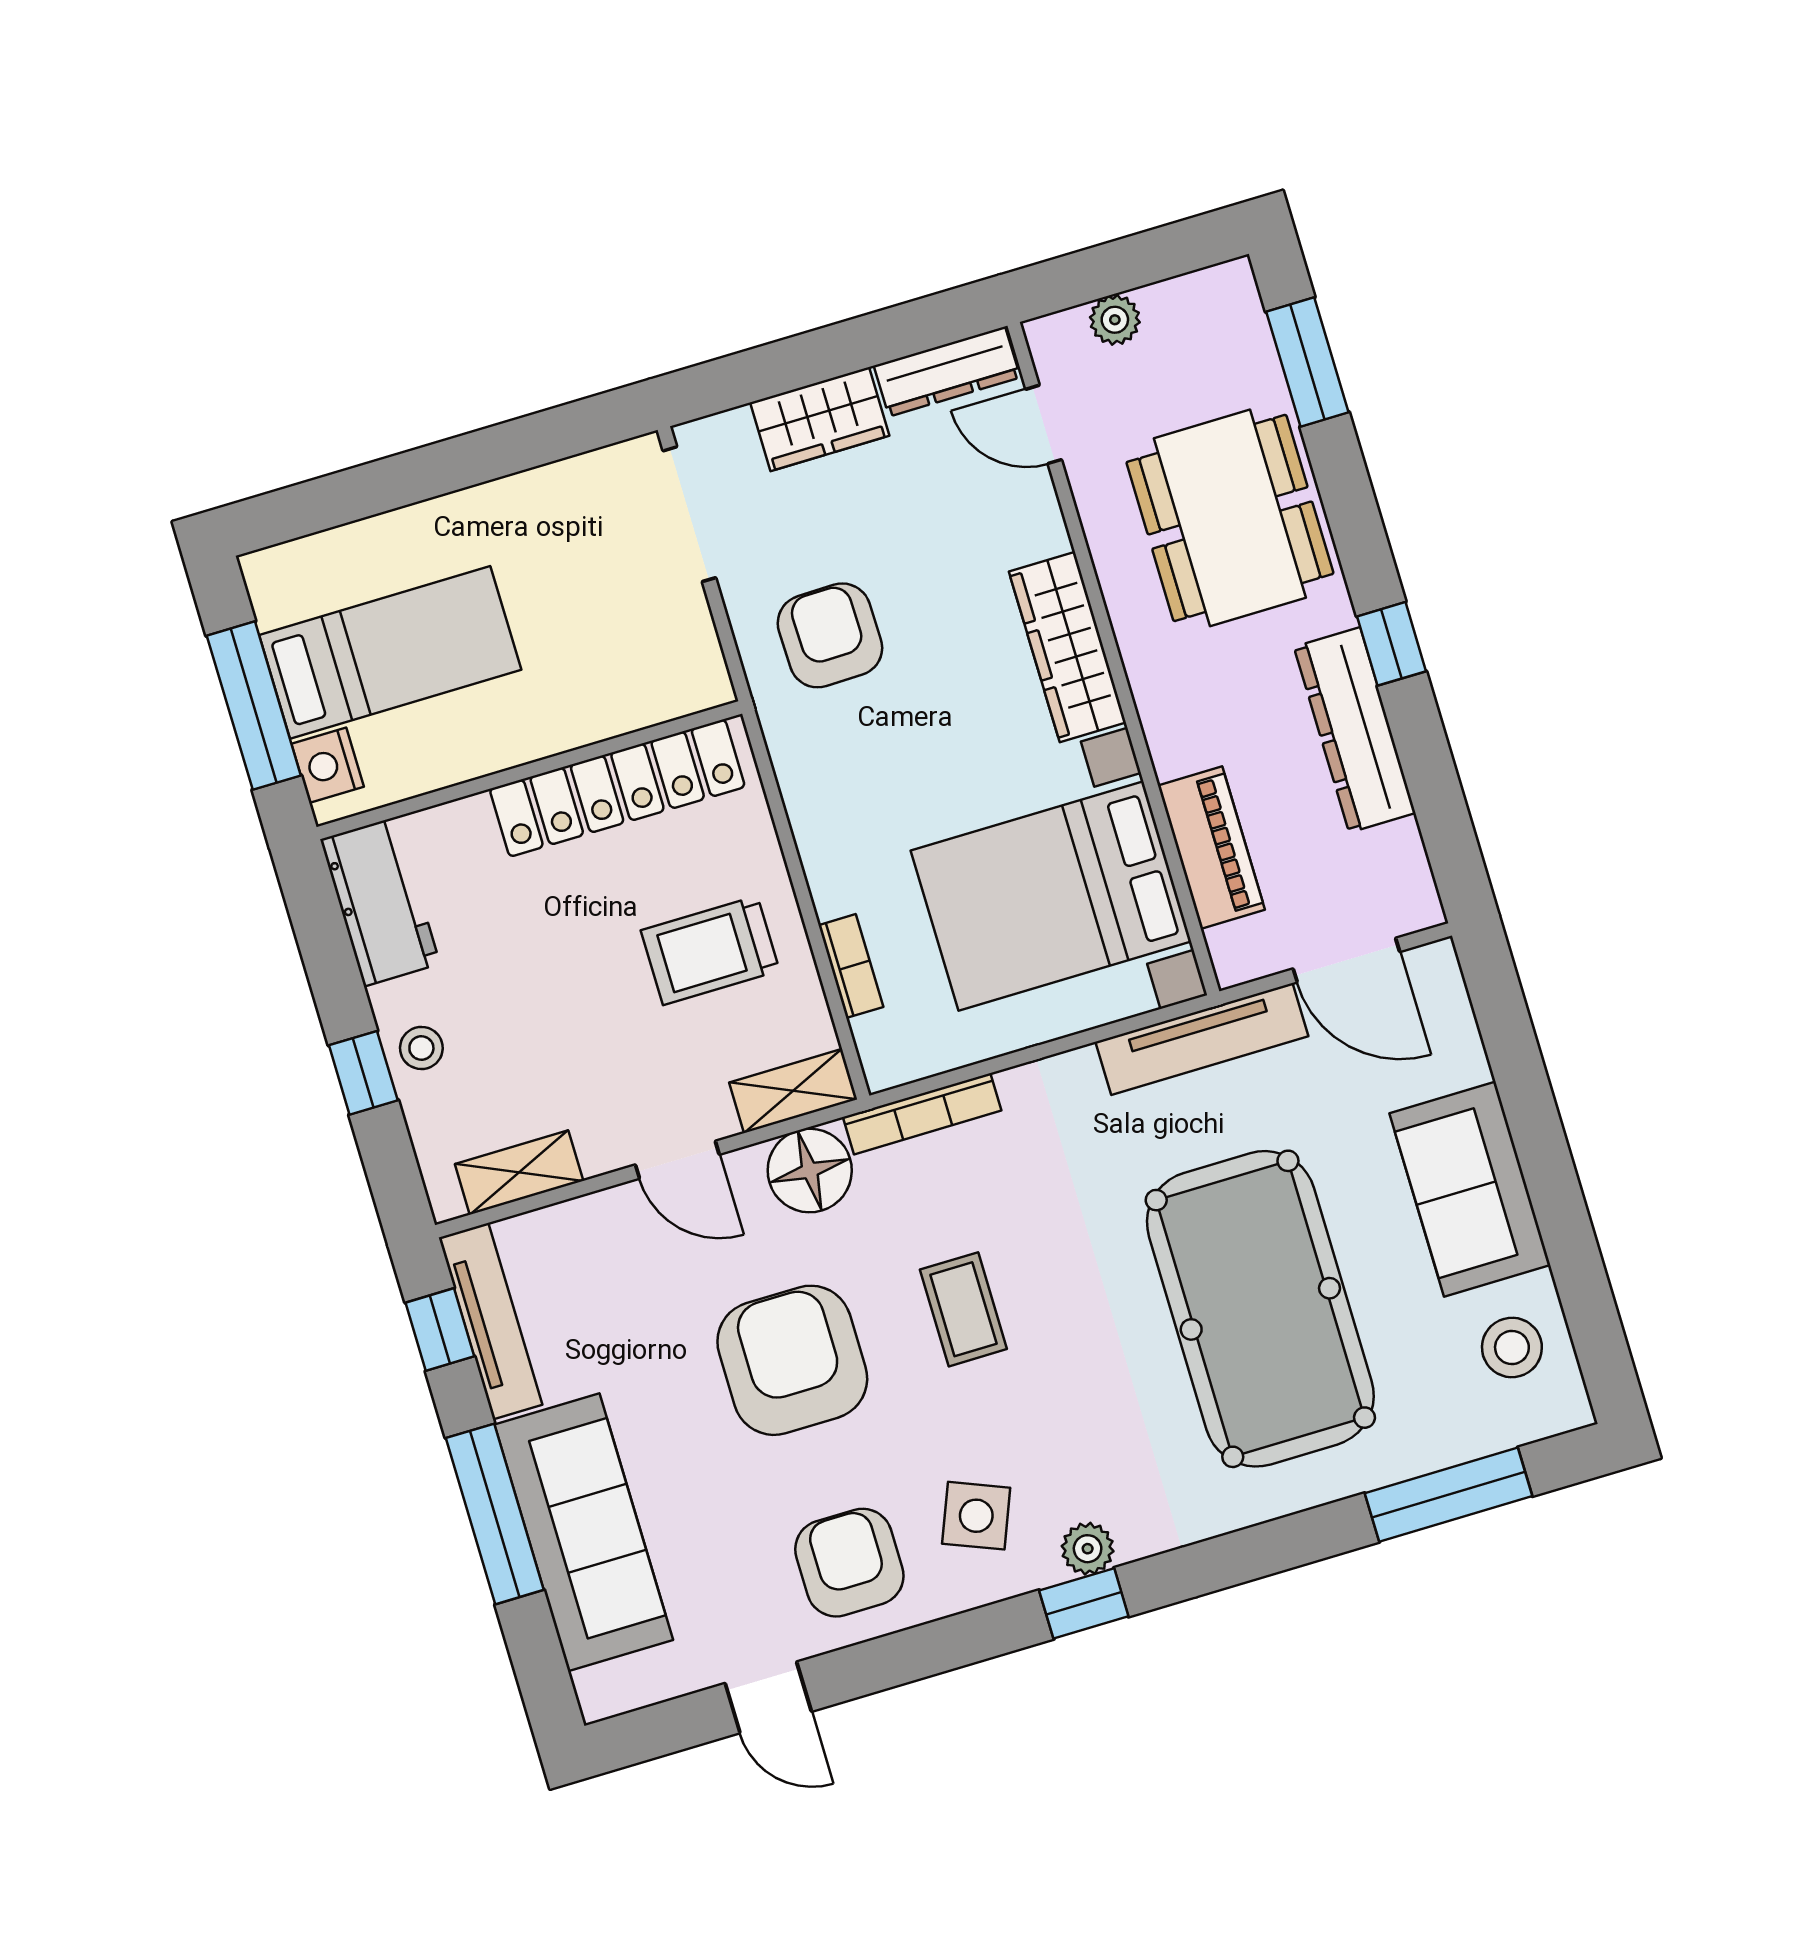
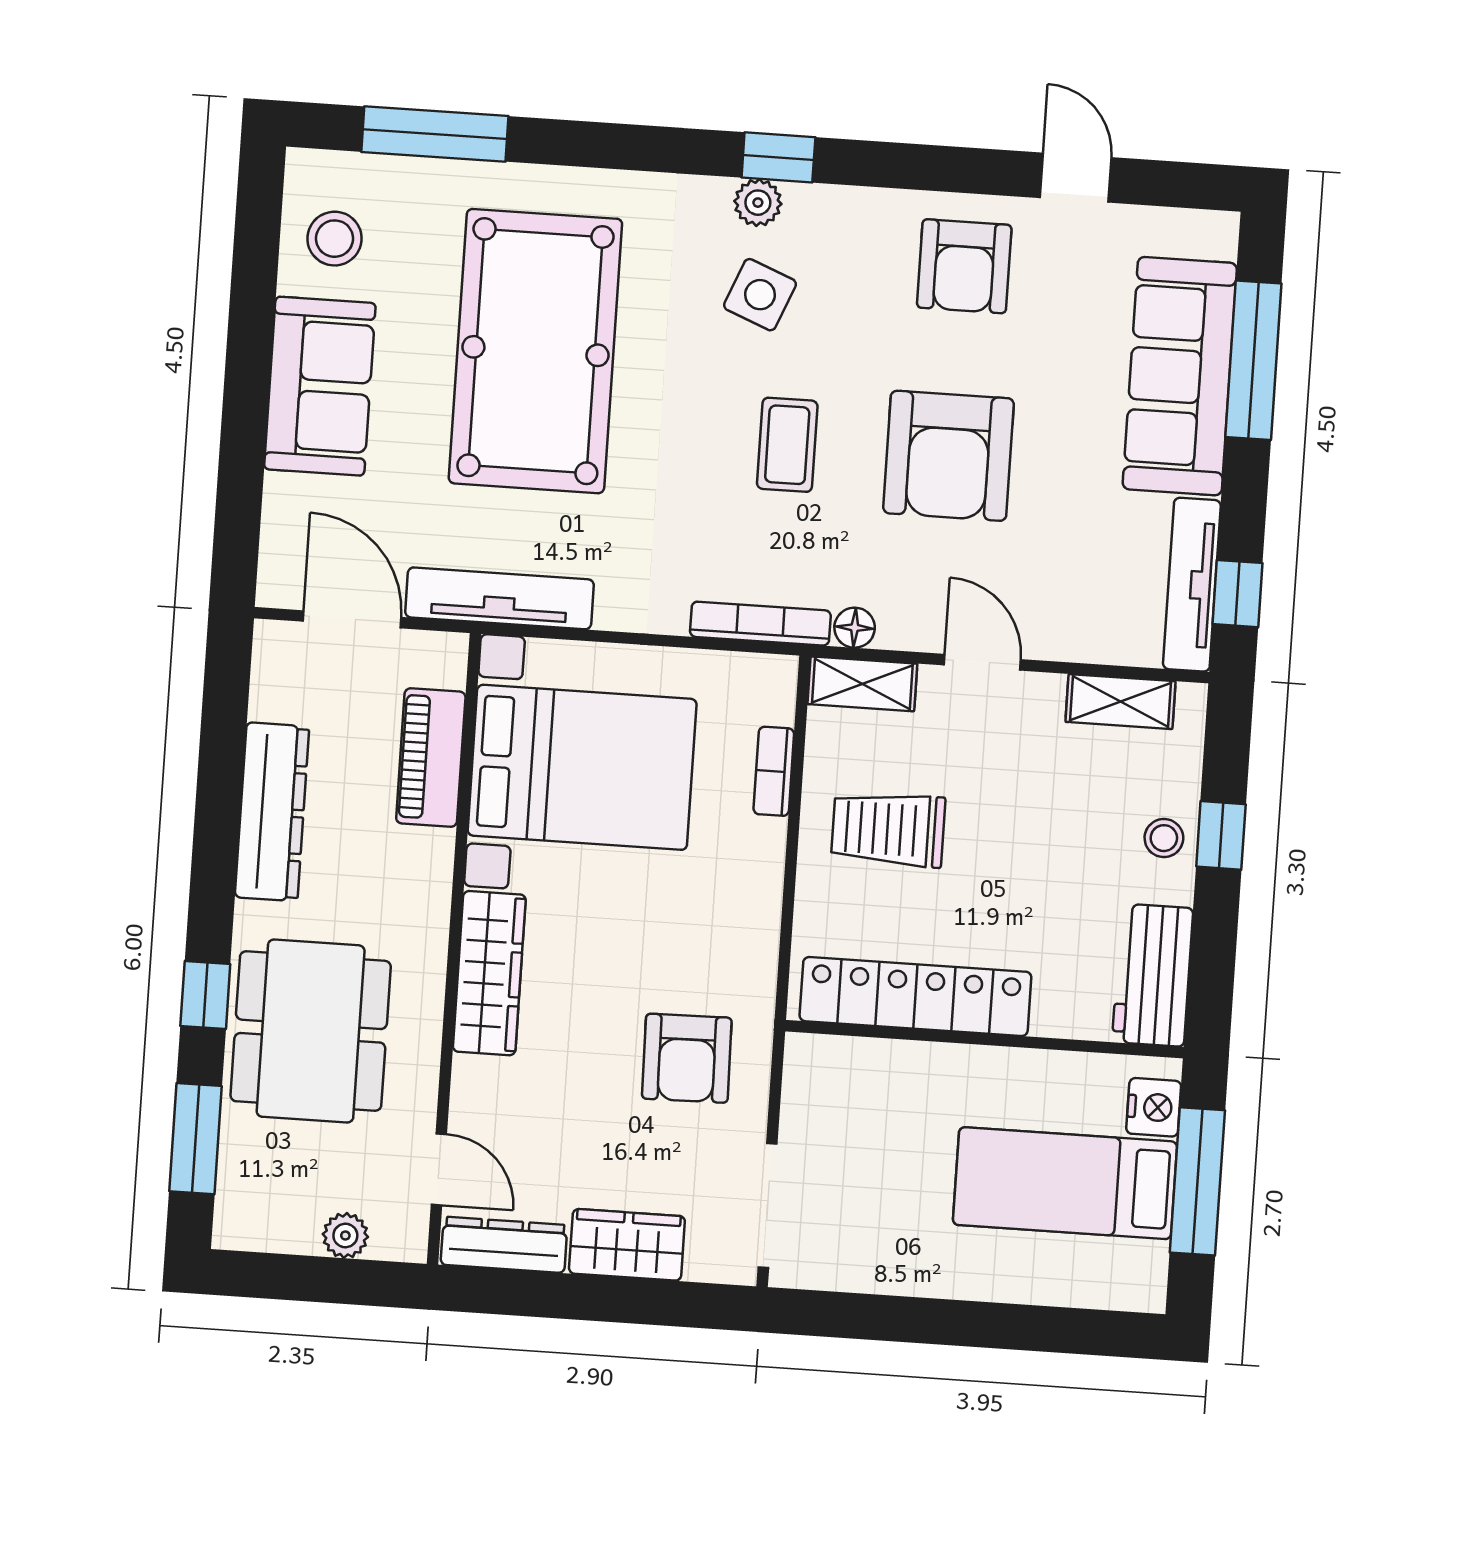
window: (1391, 644) -> (205, 995), moved
trolley: (710, 950) -> (888, 829), turned 180
floor lamp: (810, 1171) -> (855, 628), width x0.53, depth x0.53
window: (495, 1514) -> (1253, 360), moved
side table: (976, 1516) -> (760, 295), moved

